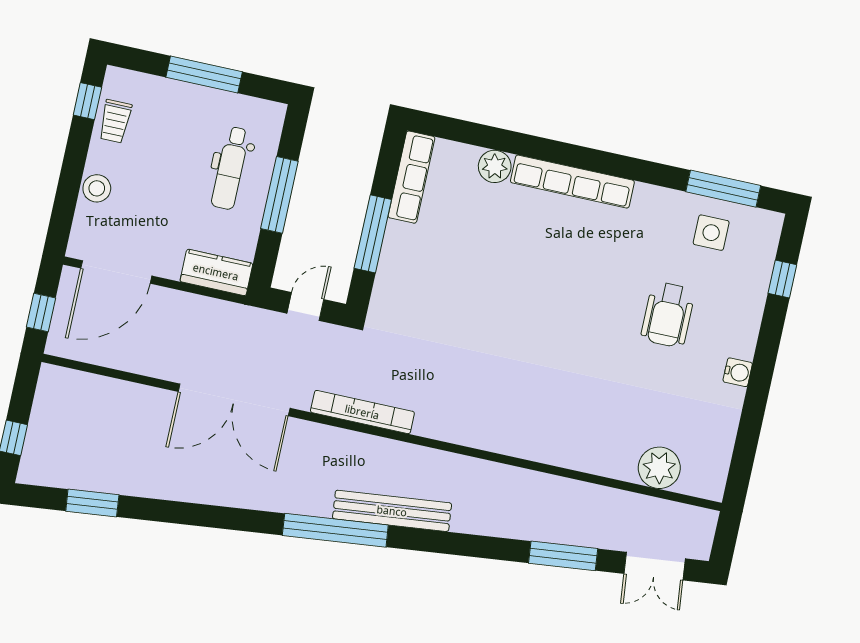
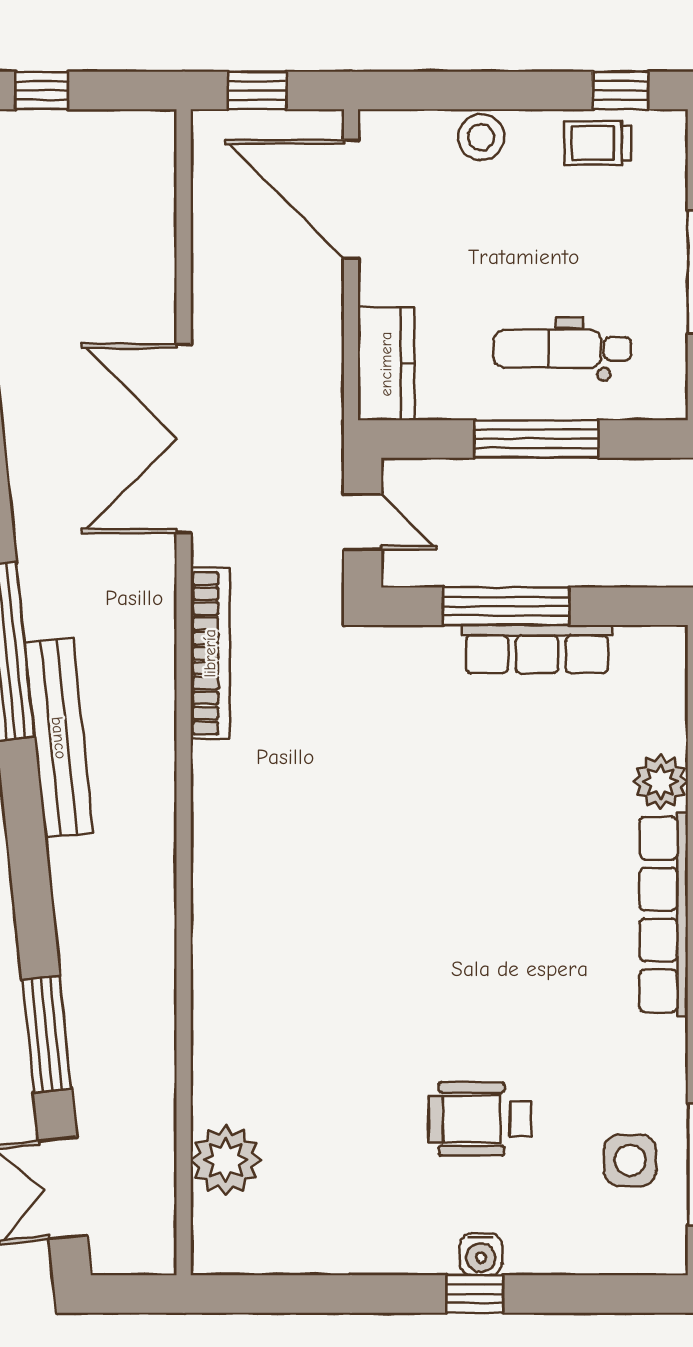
row of seats: (411, 177) -> (537, 649), moved
window: (782, 279) -> (475, 1294), moved
water cooler: (738, 372) -> (481, 1254), moved

